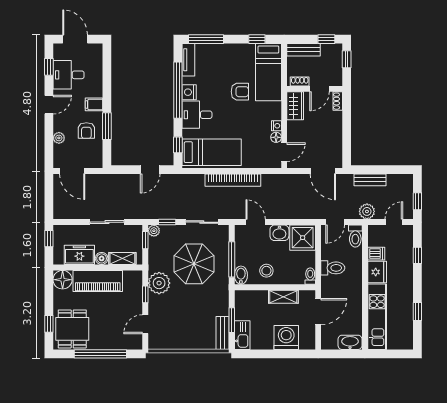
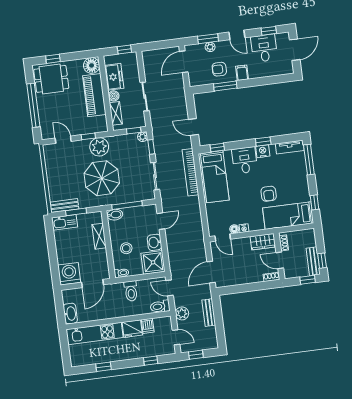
bench: (304, 50) -> (313, 261), moved
window: (178, 90) -> (263, 142), width x0.32
window: (49, 139) -> (208, 39), added
bookcase: (233, 180) -> (190, 172), moved
parasol: (194, 264) -> (102, 178), moved
stool: (266, 271) -> (126, 248), moved
shelving: (283, 297) -> (99, 236), moved
door: (318, 312) -> (93, 283), hinge flipped
washing machine: (286, 338) -> (69, 274), moved, turned -90

